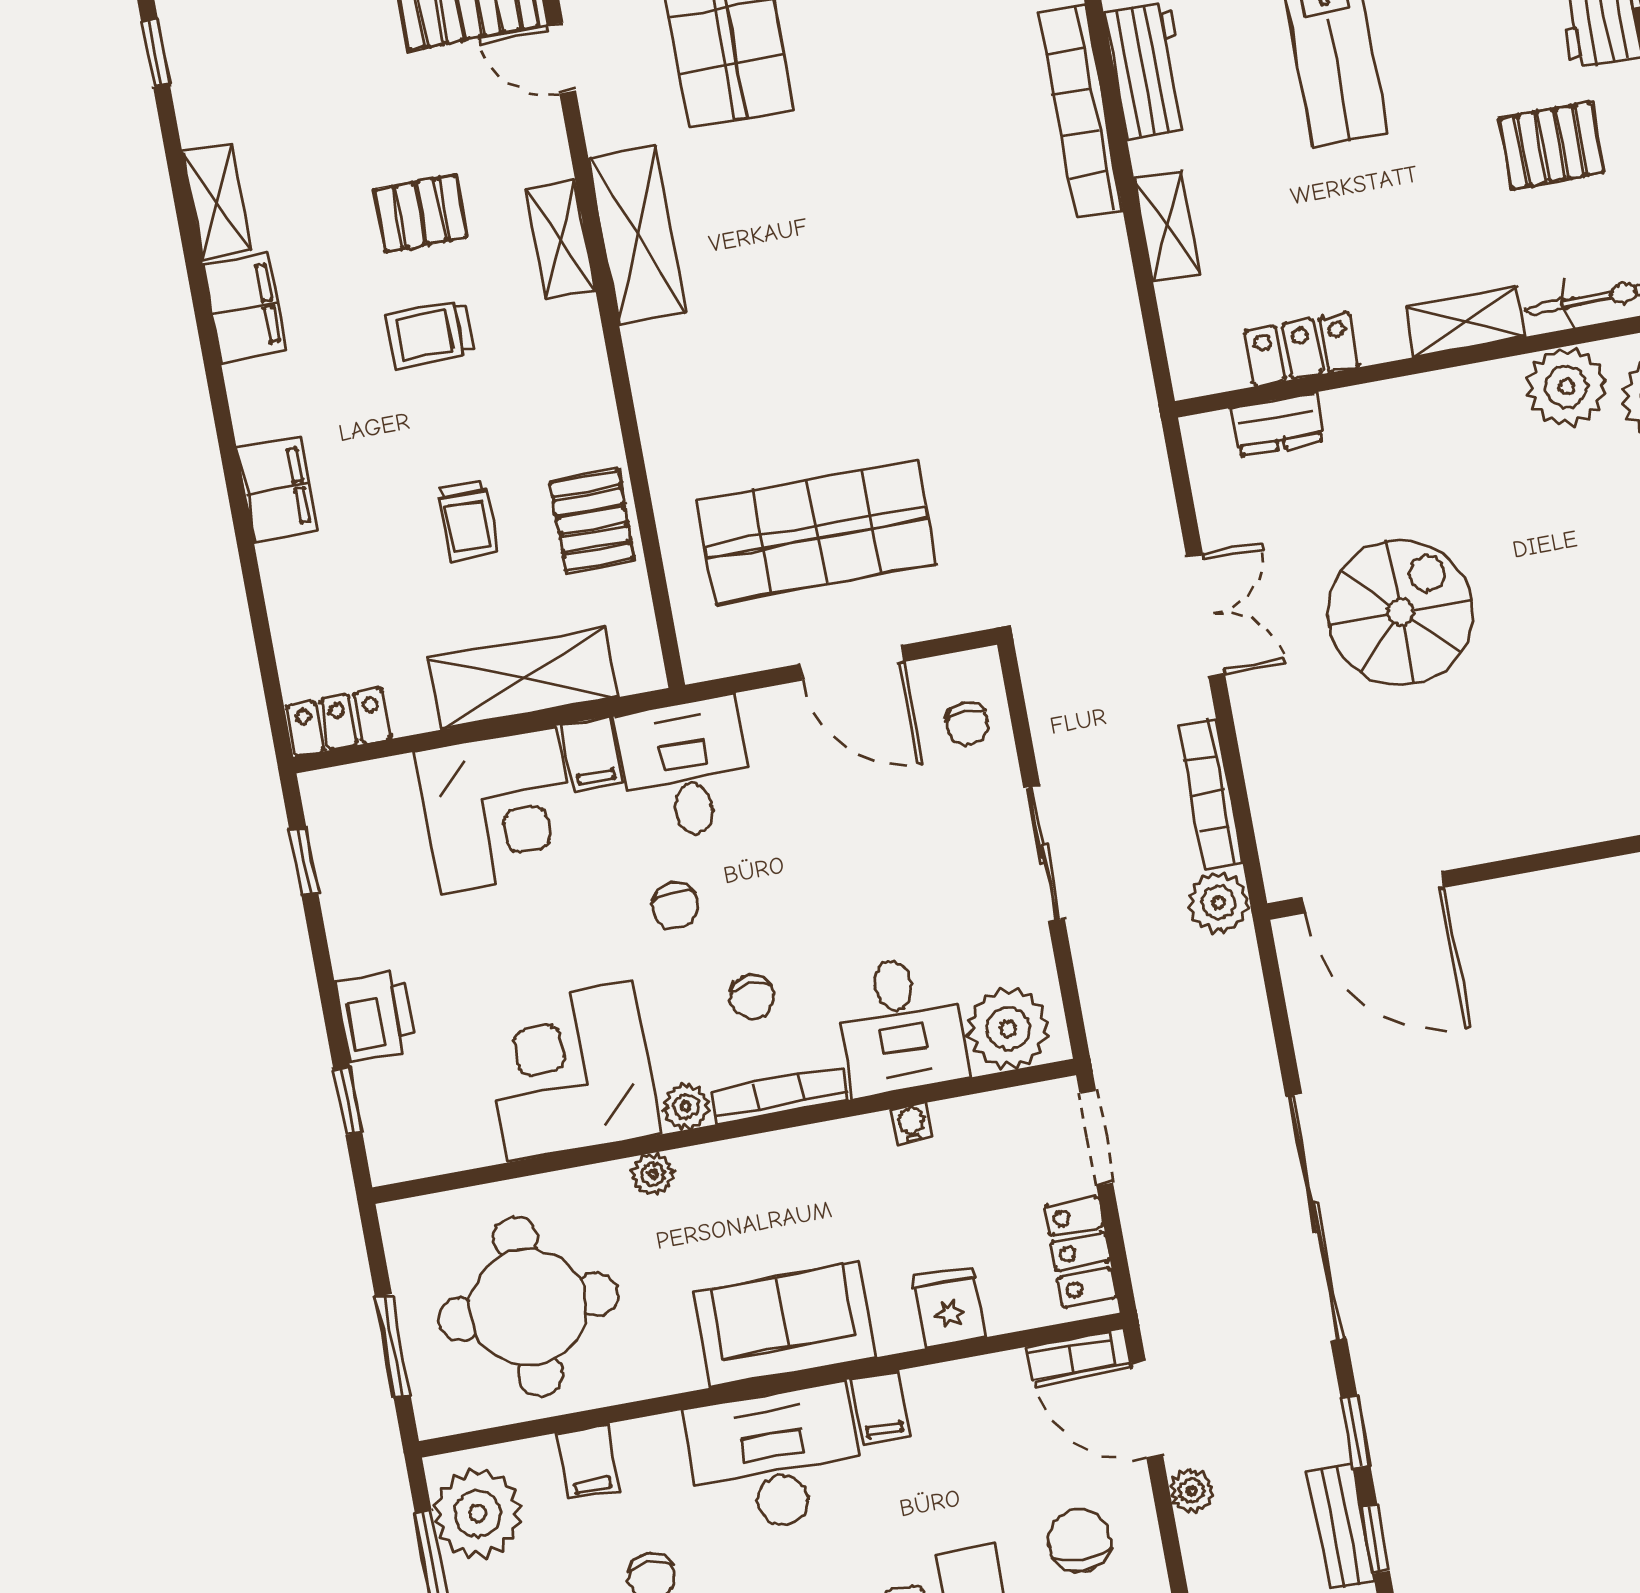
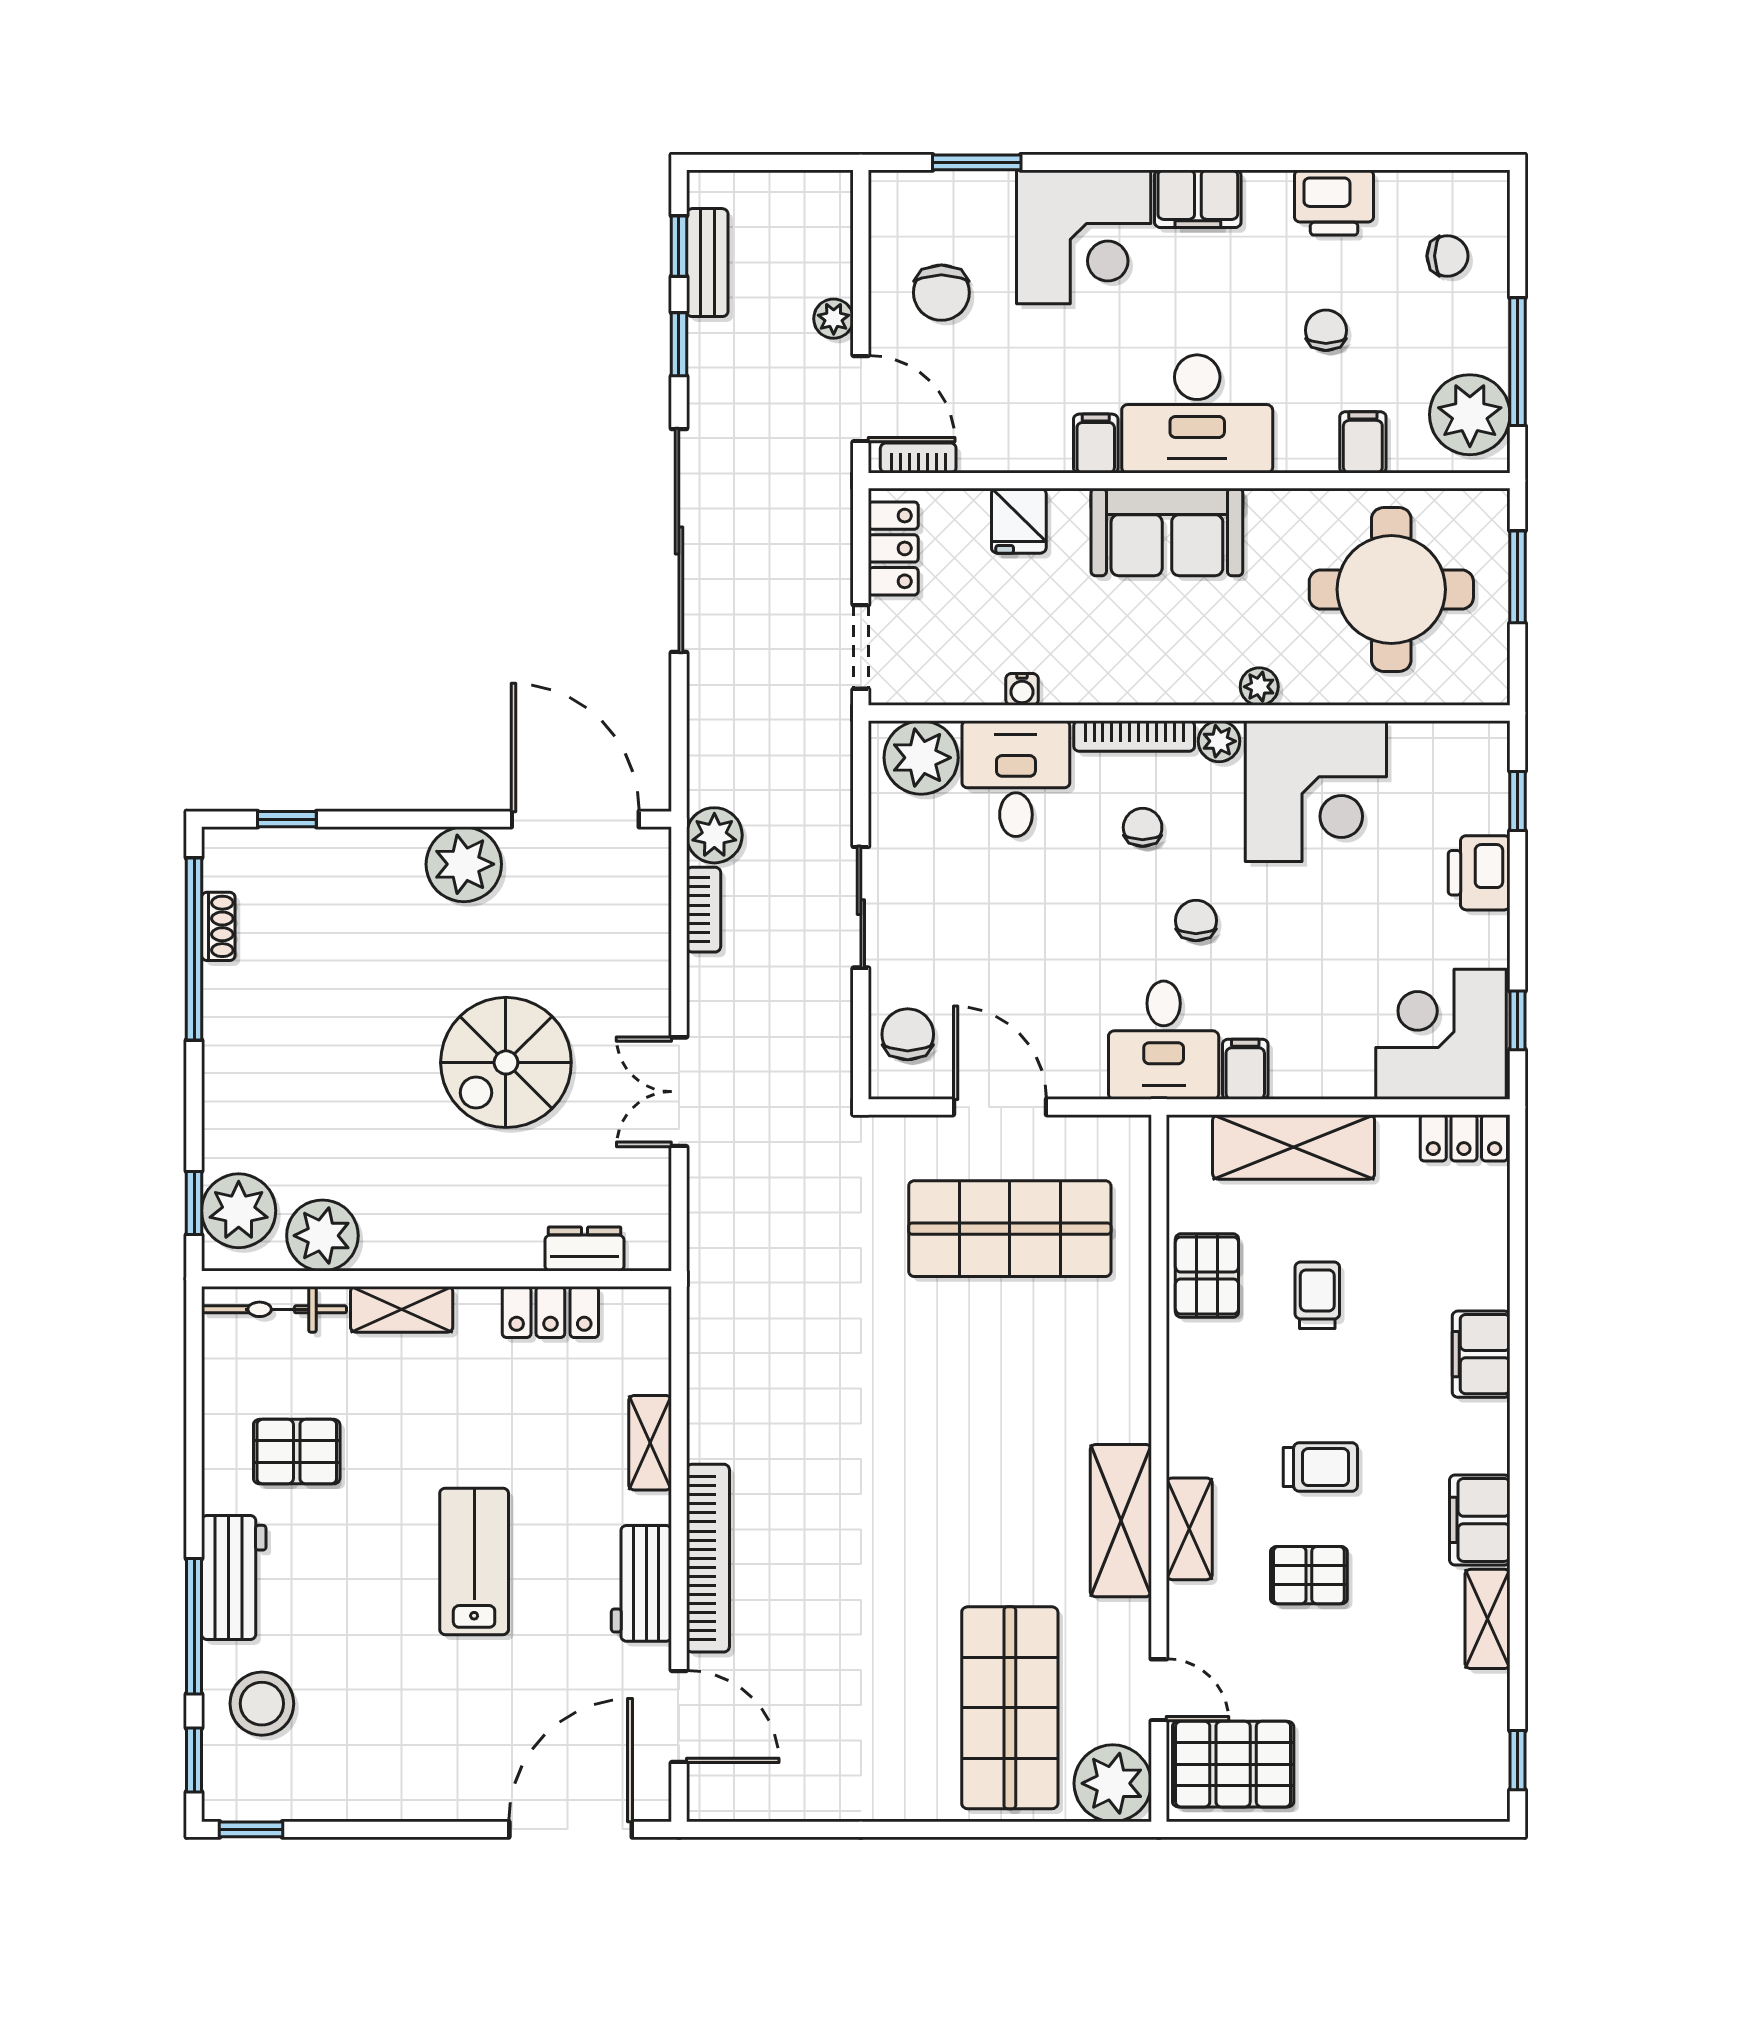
chair: (967, 724) -> (908, 1034), width x1.37, depth x1.37
bookcase: (1211, 793) -> (704, 910), width x0.64
corner desk: (498, 810) -> (1441, 1034), moved
plant: (1486, 821) -> (464, 864), added

